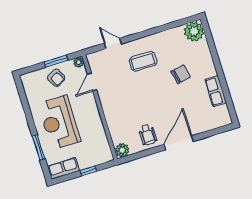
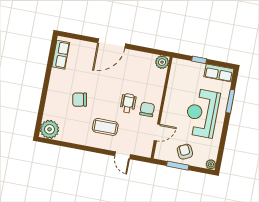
plant: (79, 62) -> (211, 164), moved
row of seats: (216, 91) -> (61, 55), moved
chair: (112, 99) -> (147, 109), added
reception desk: (59, 122) -> (202, 113), turned 180
wheelchair: (148, 135) -> (128, 103), moved

